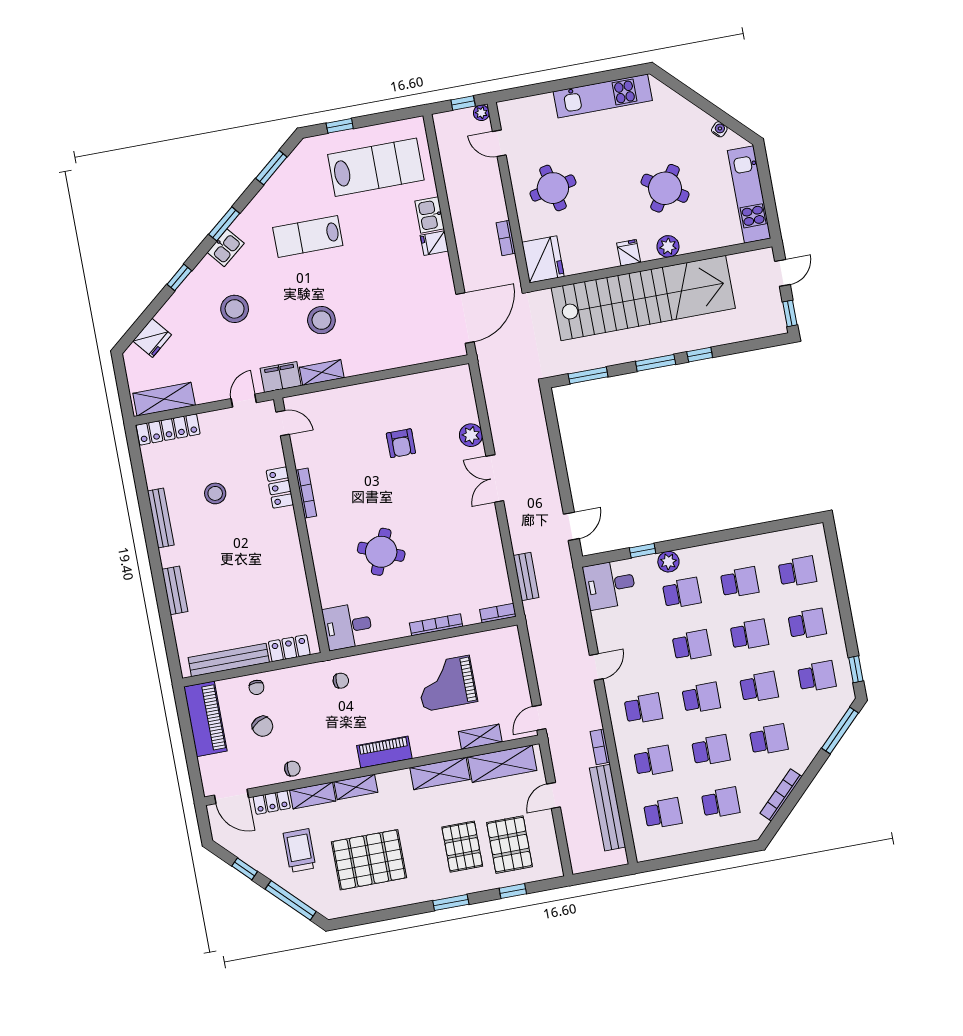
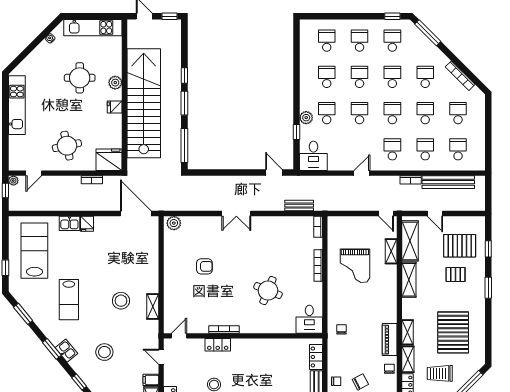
round table: (665, 188) -> (80, 78), turned -34
window: (588, 375) -> (184, 145), width x1.44
filing cabinet: (281, 377) -> (151, 380), moved, width x0.50
plant: (471, 435) -> (174, 223), moved
door: (596, 667) -> (362, 173), hinge flipped
piano: (384, 752) -> (390, 340), moved
pallet: (462, 847) -> (456, 275), width x0.67, depth x0.71

